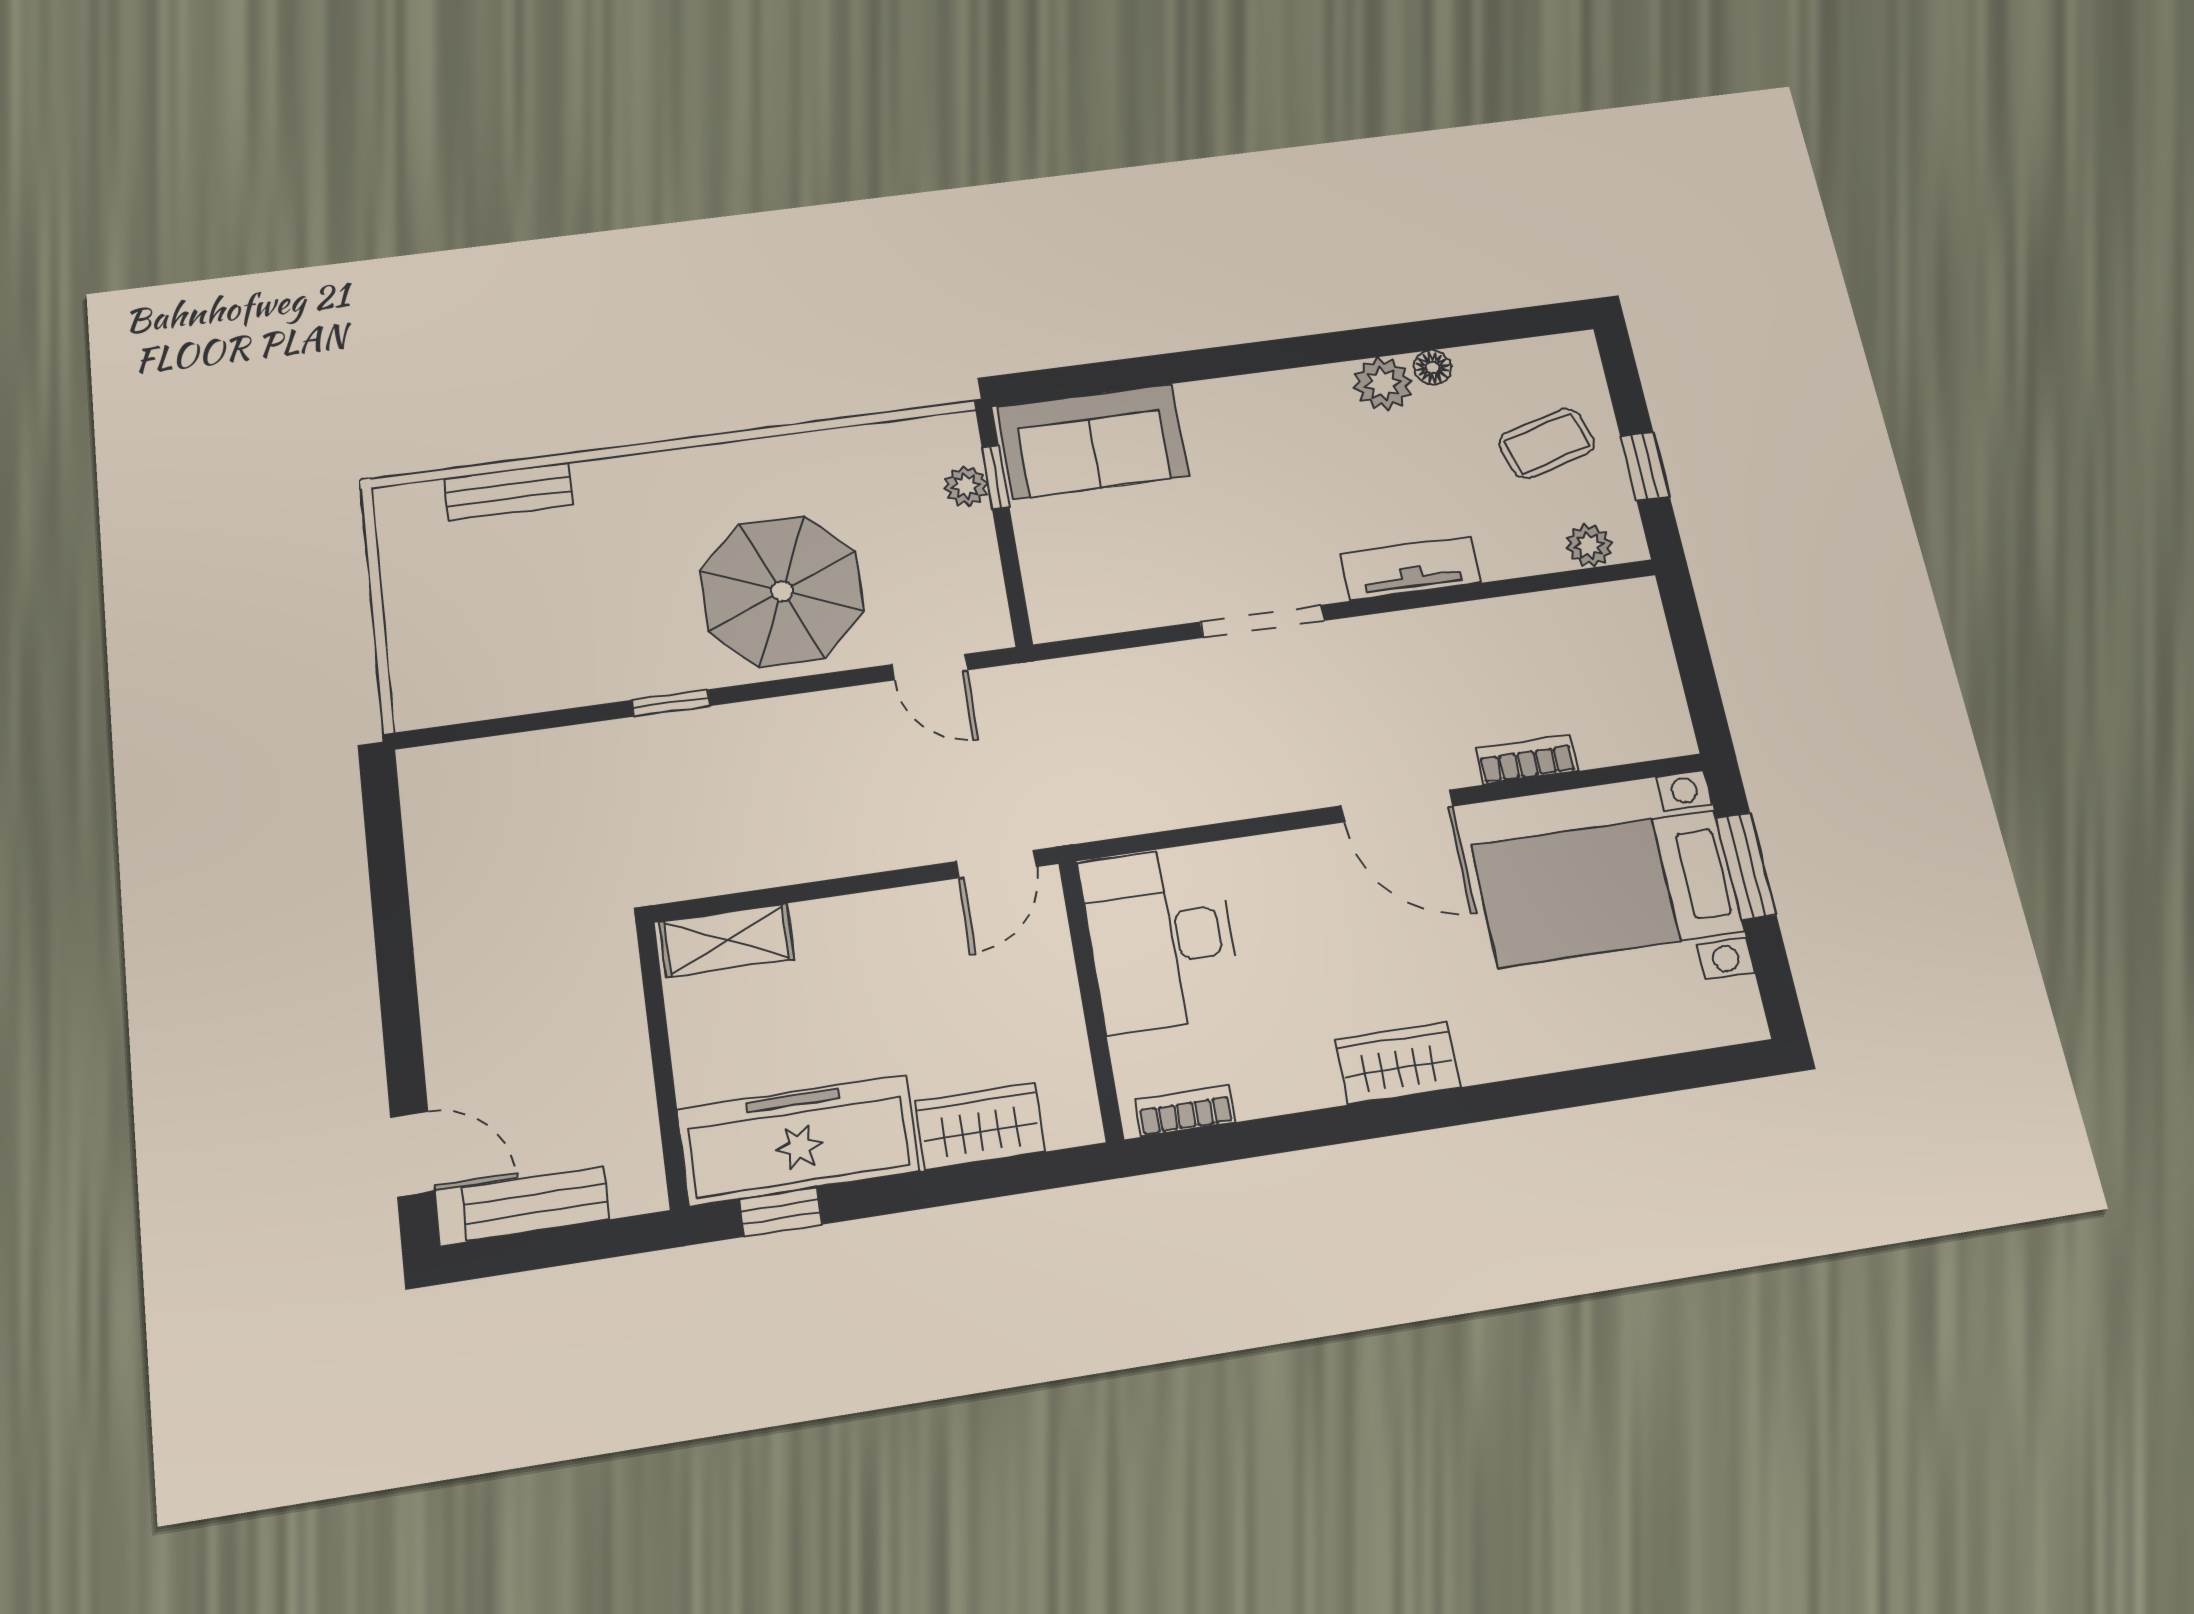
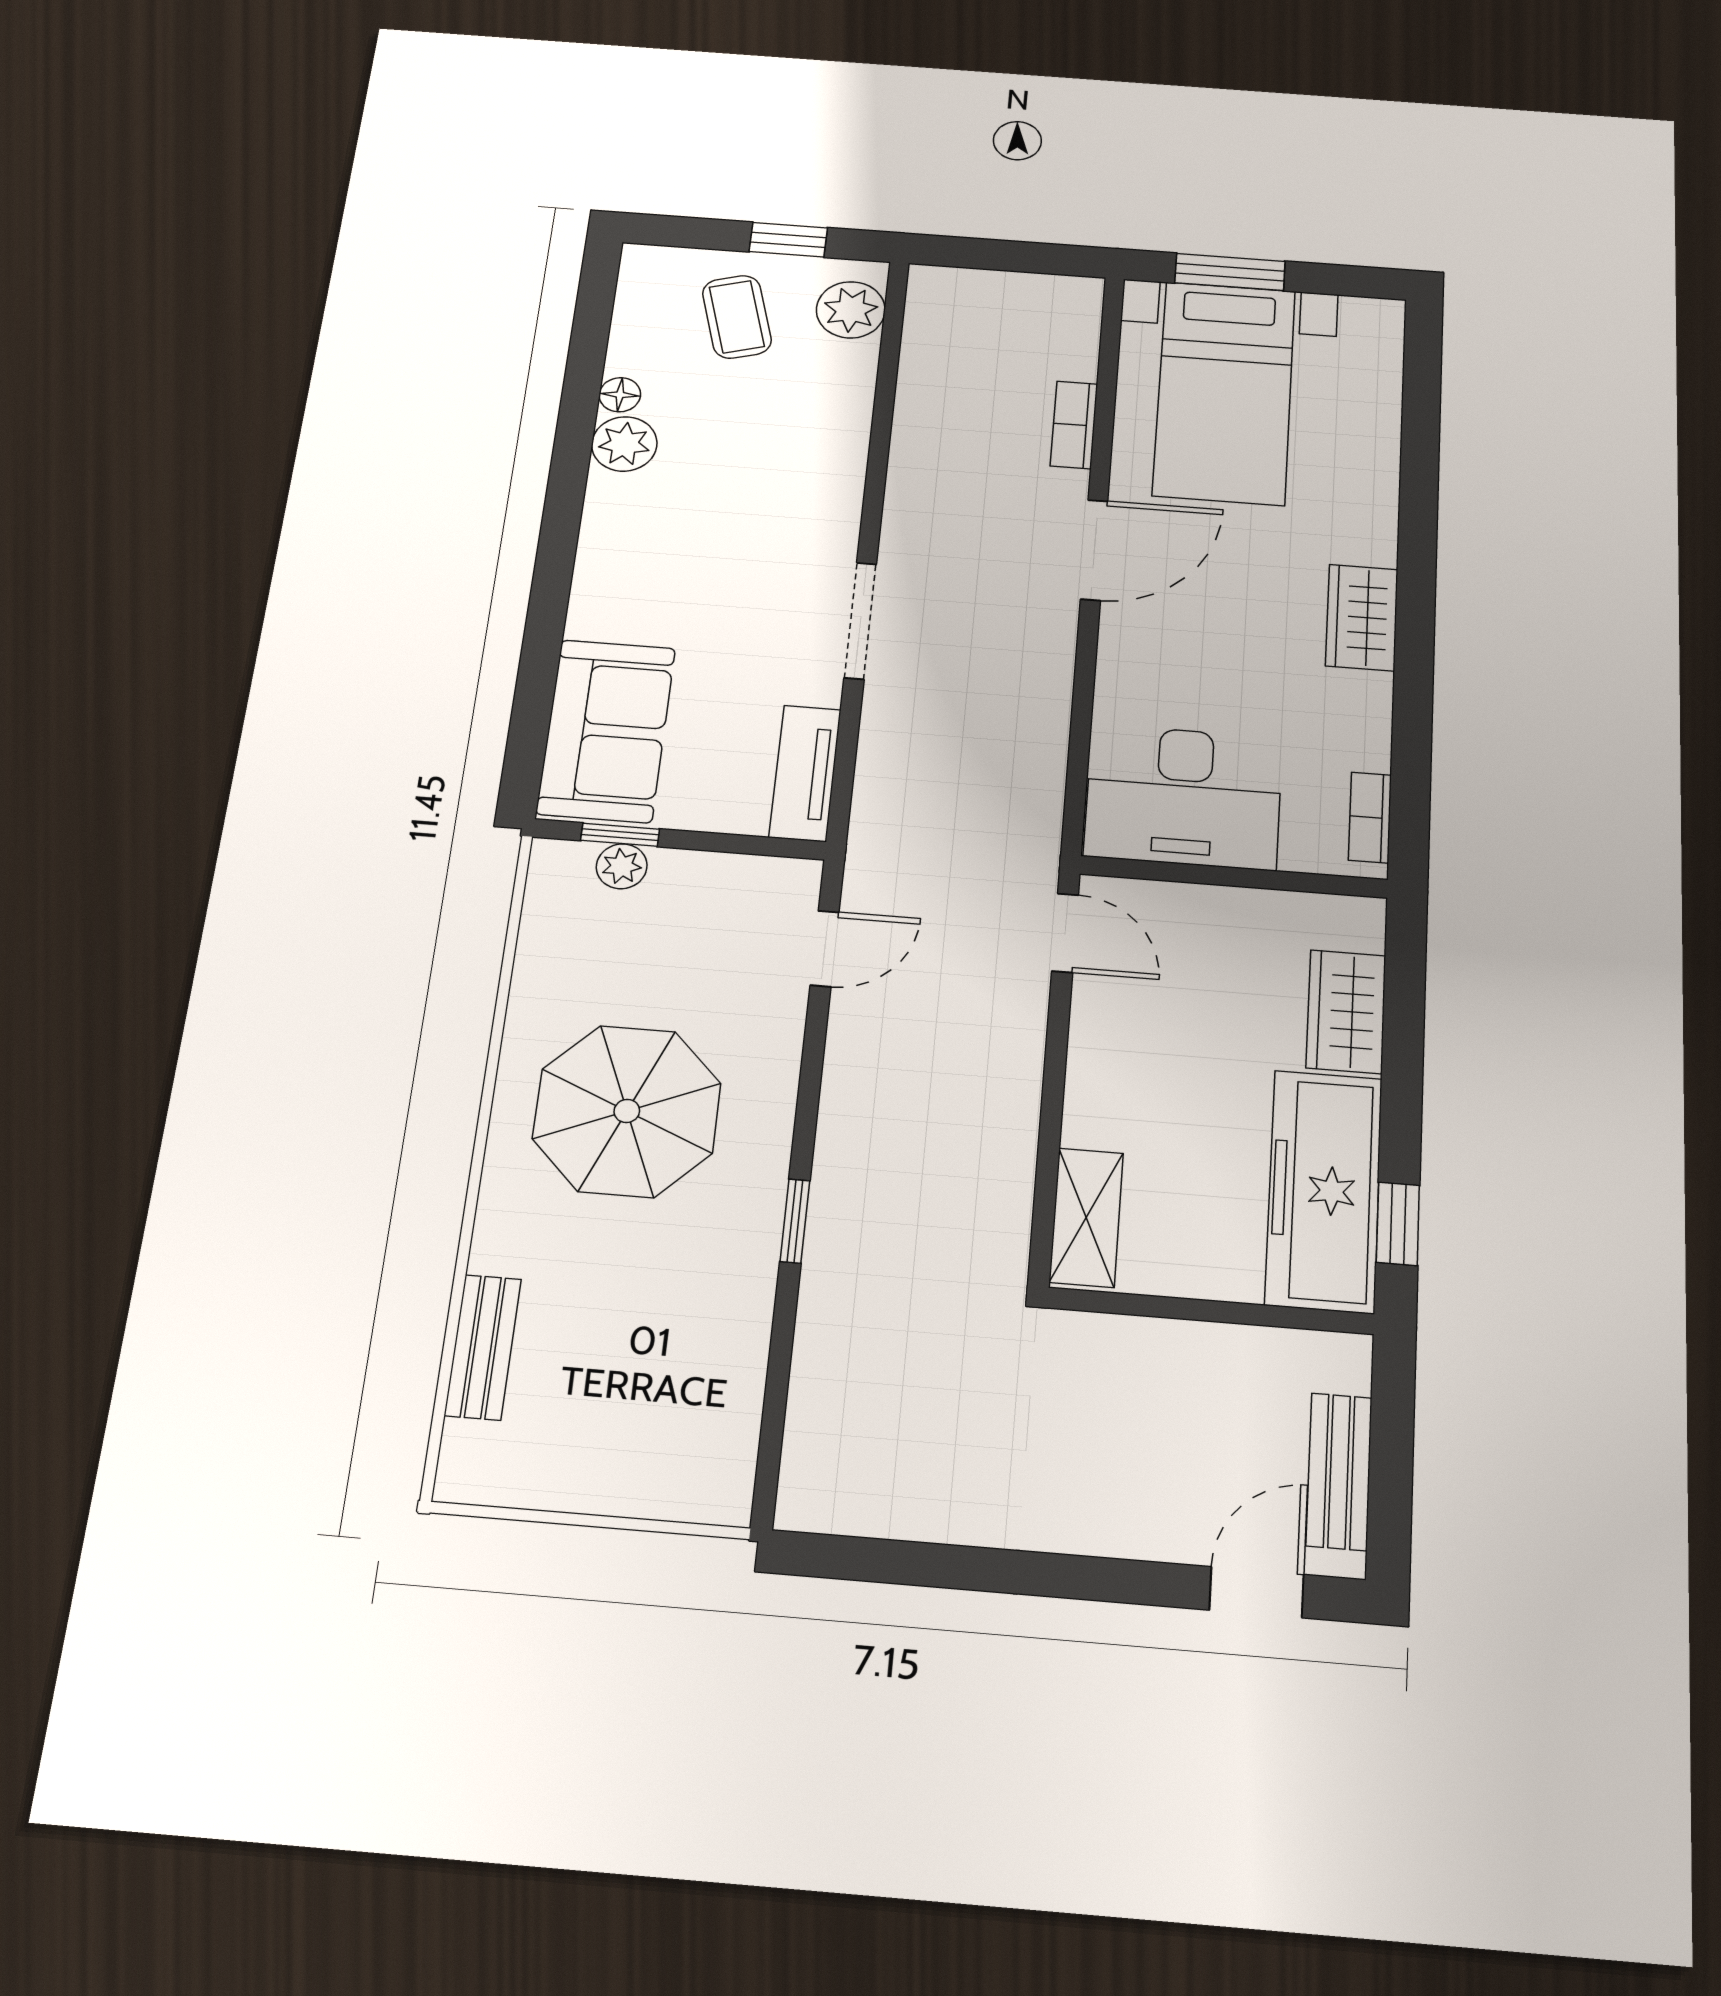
plant: (1589, 545) -> (851, 310), width x1.38, depth x1.38
tv unit: (1411, 568) -> (805, 773), moved
parasol: (782, 591) -> (627, 1111), moved

